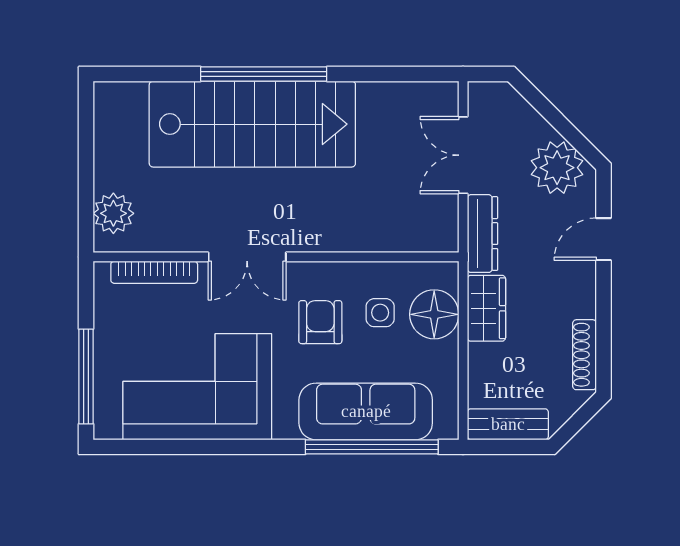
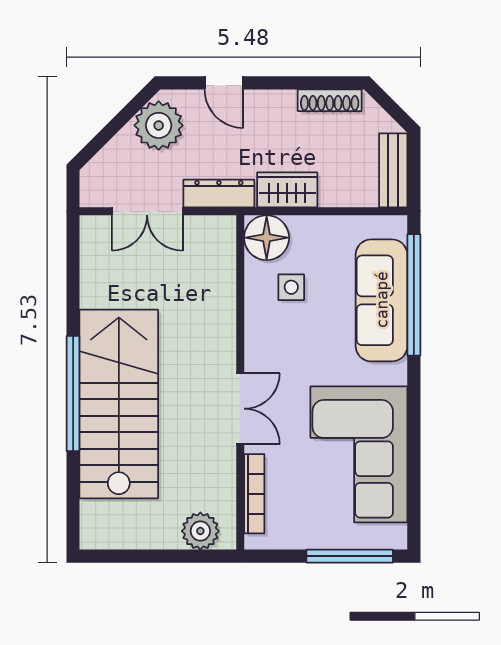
floor lamp: (434, 314) -> (267, 238), moved
armchair: (320, 322) -> (300, 342), removed

